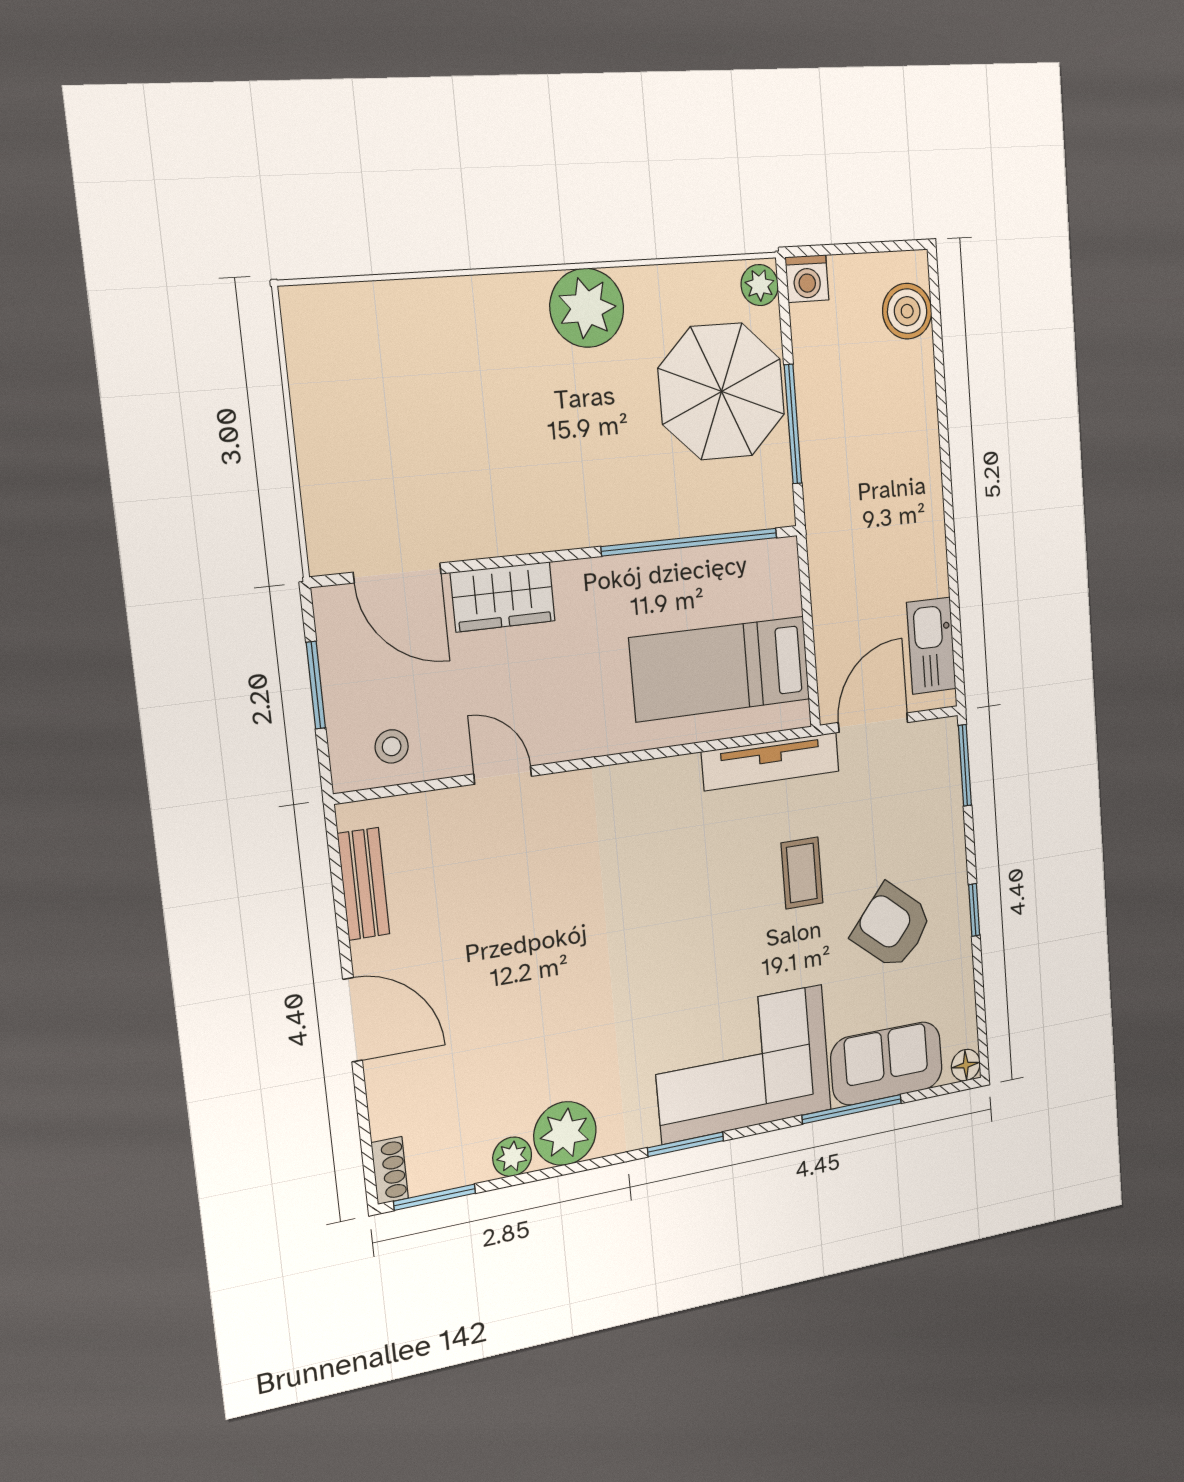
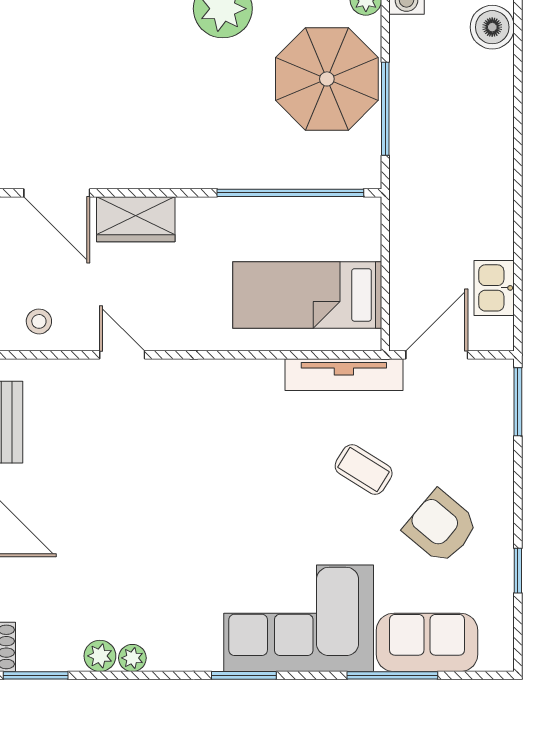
kitchen sink: (931, 646) -> (494, 288), width x0.73
coffee table: (802, 873) -> (364, 469), turned -58
window: (974, 910) -> (518, 571), moved
floor lamp: (966, 1065) -> (500, 658), removed
plant: (565, 1133) -> (132, 658), width x0.53, depth x0.53

